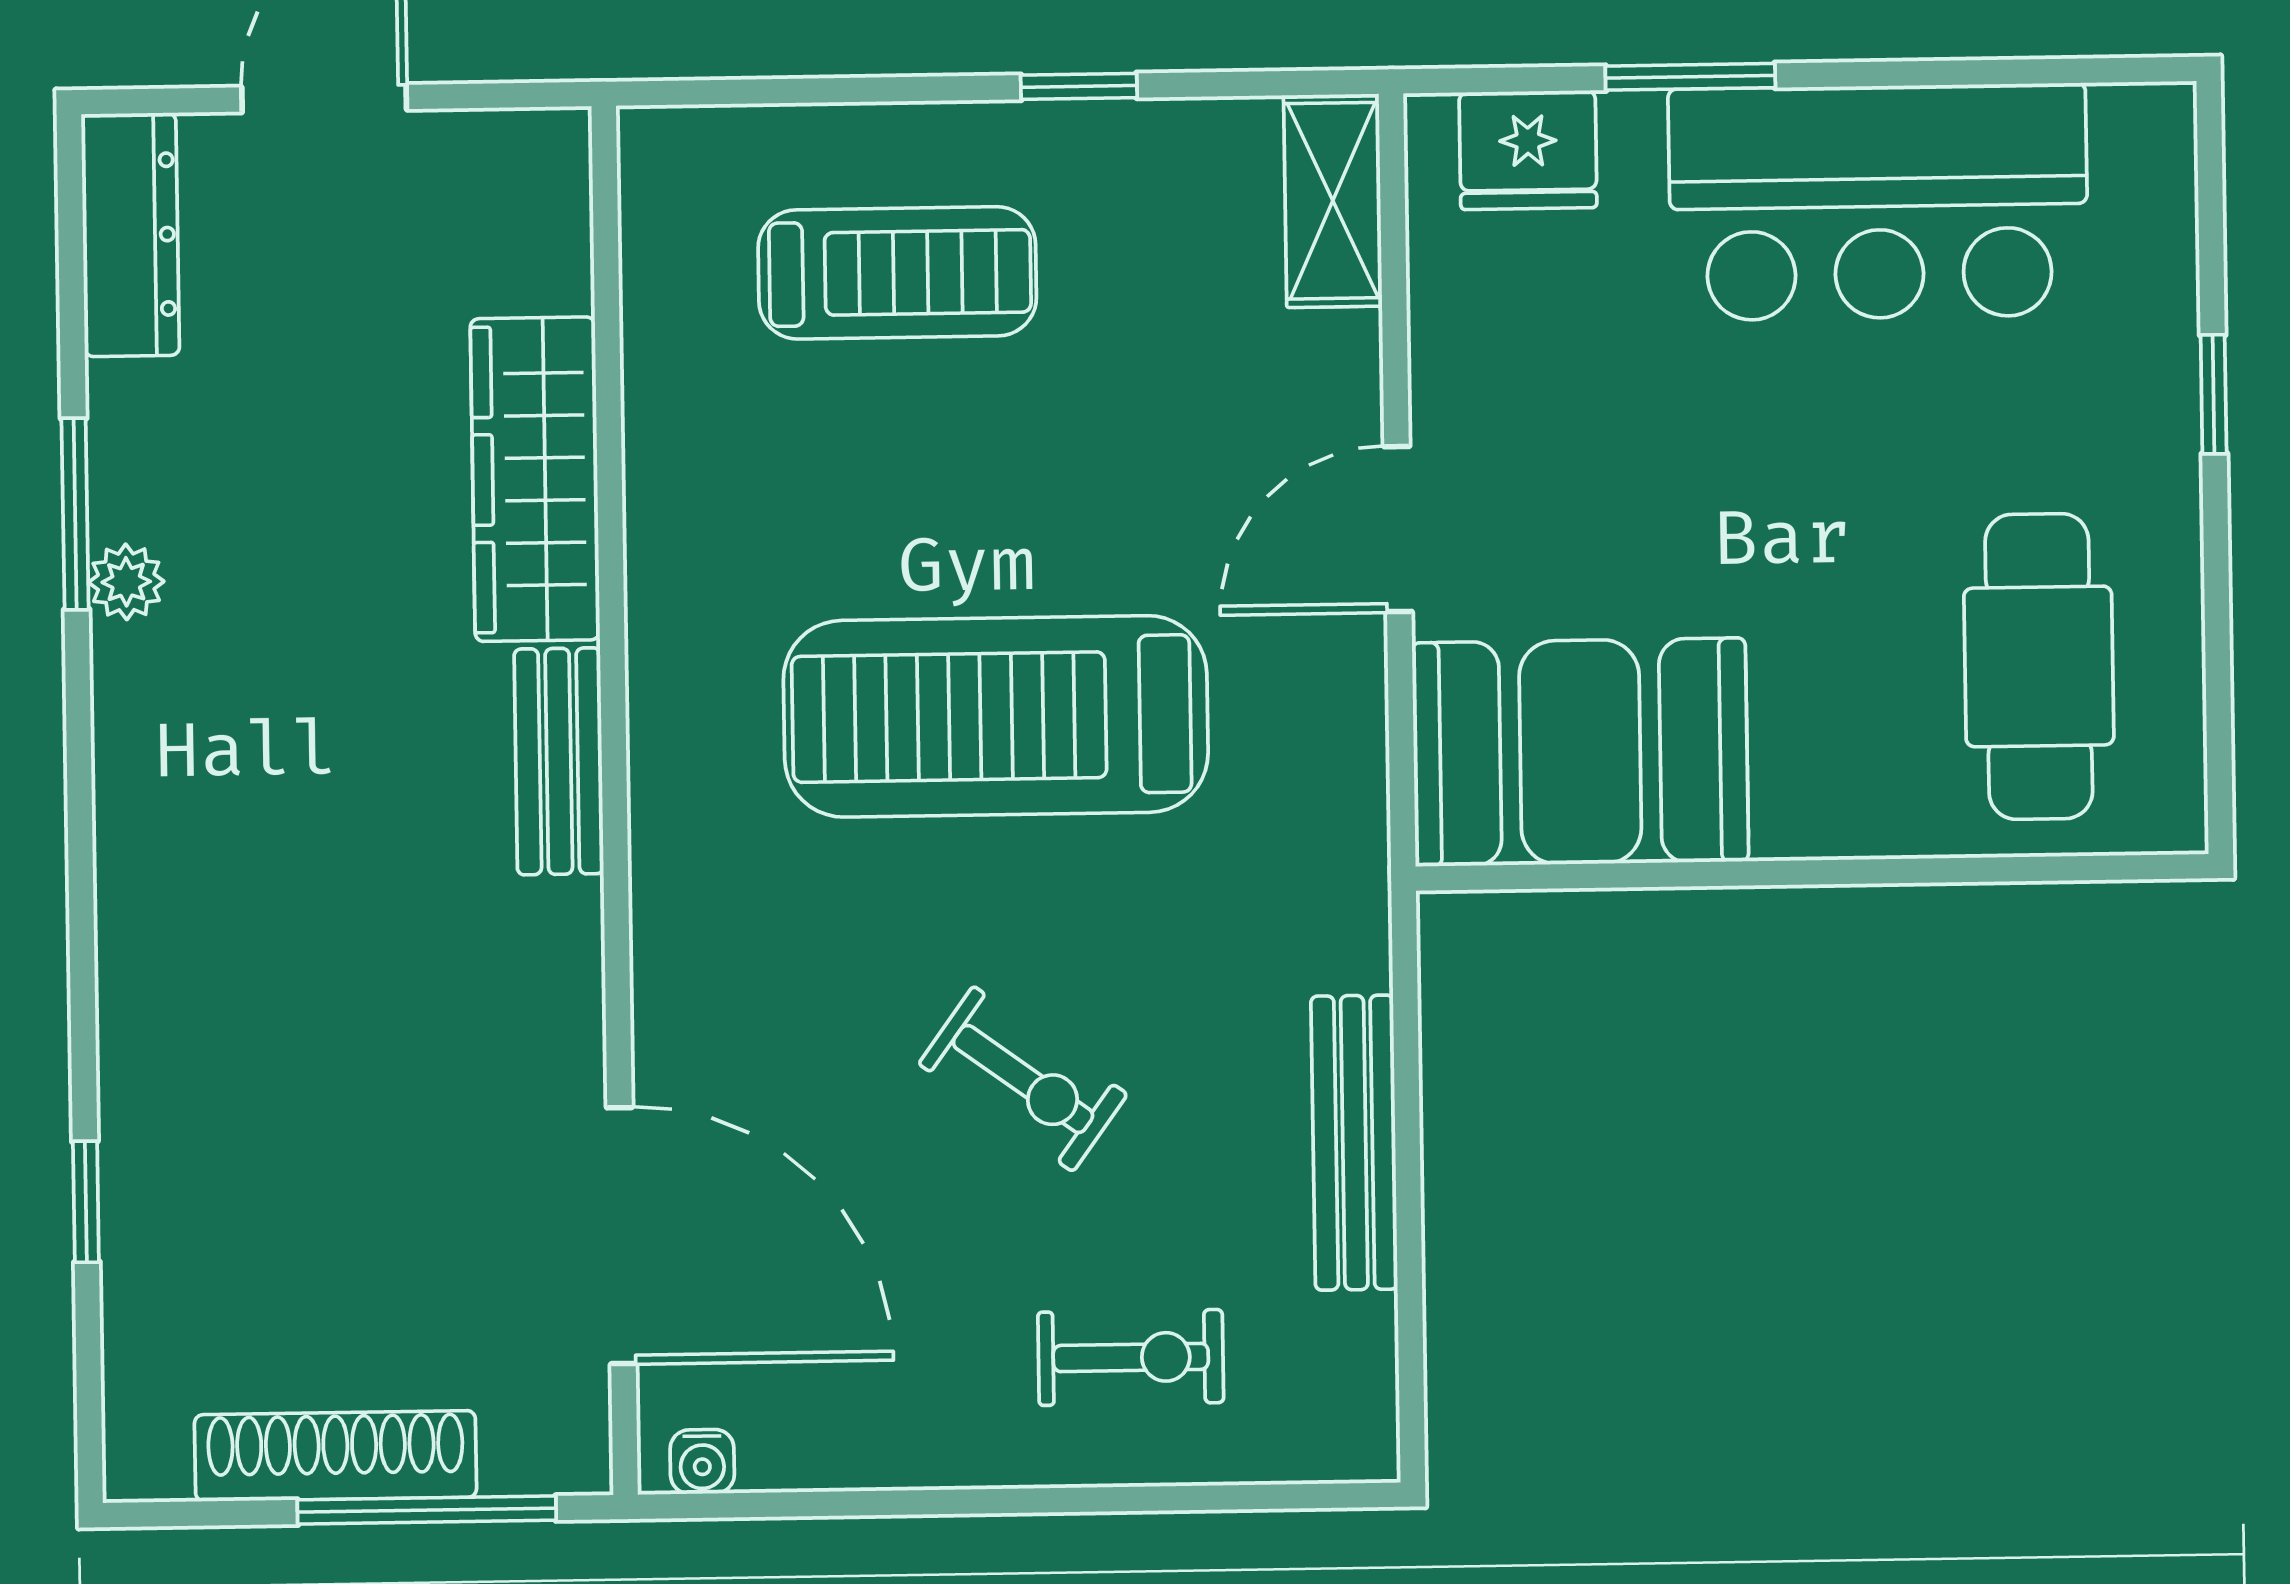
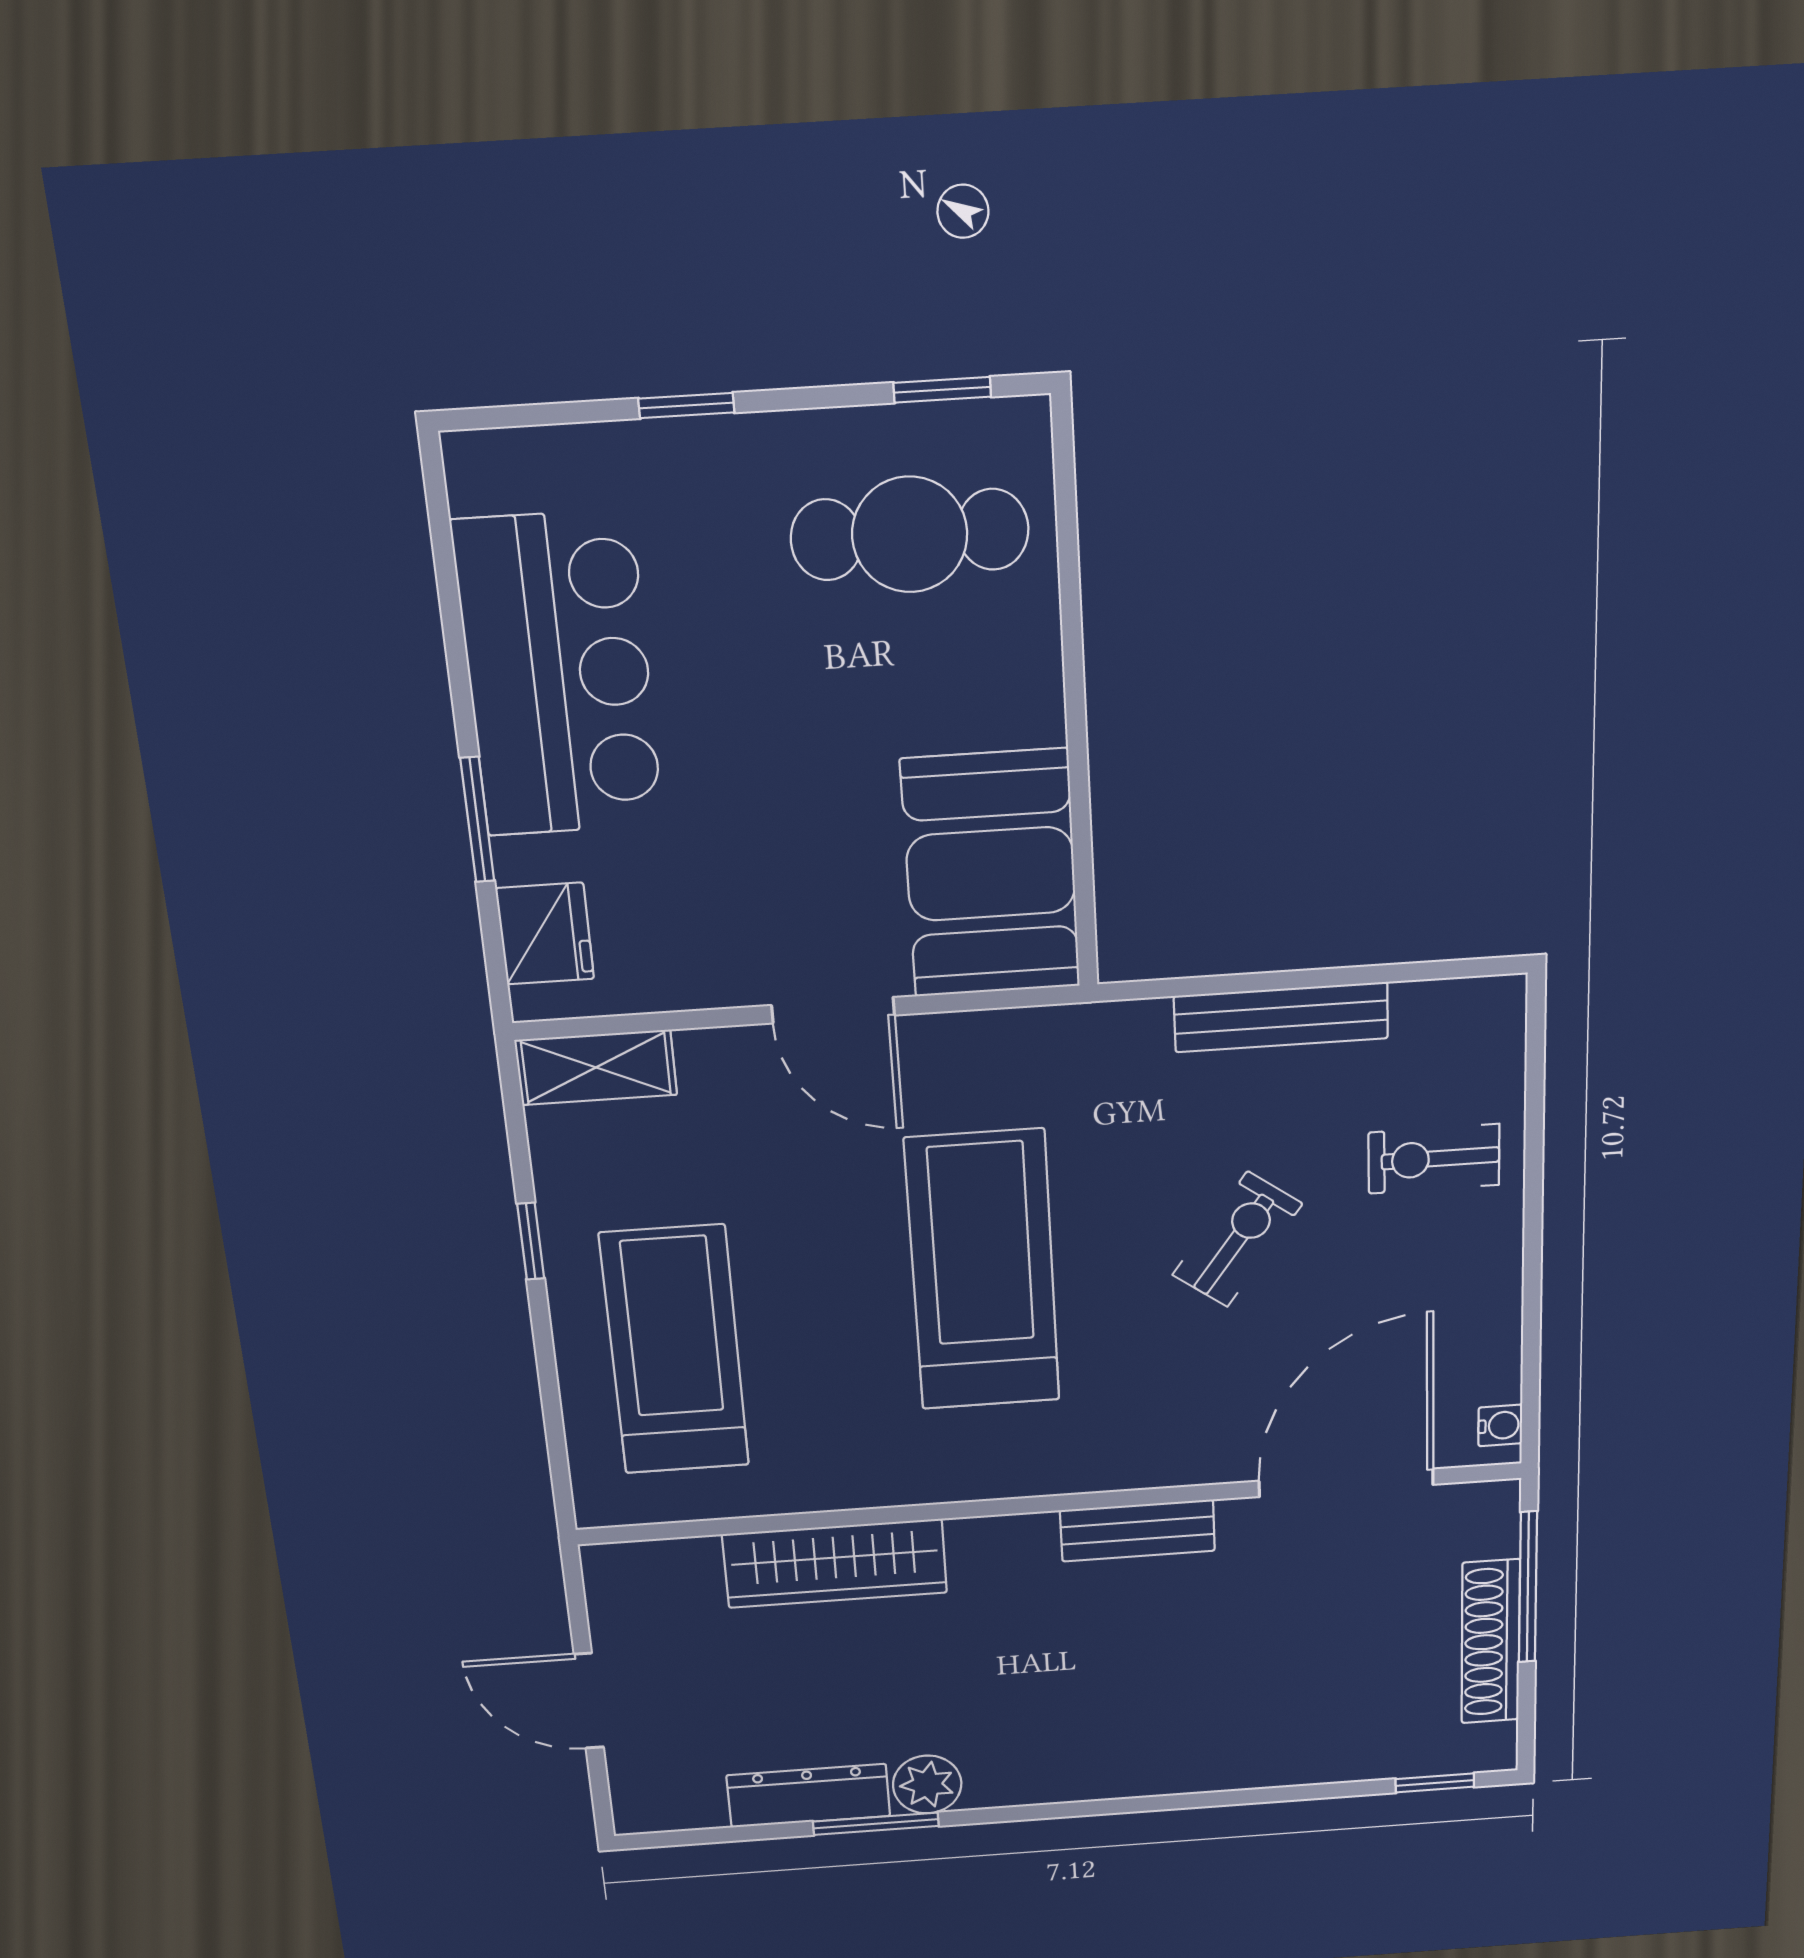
dresser: (130, 235) -> (808, 1796), moved
treadmill: (897, 273) -> (675, 1350), width x1.37, depth x1.38
plant: (126, 582) -> (927, 1784), width x1.38, depth x1.38
treadmill: (996, 716) -> (983, 1271), turned 180
window: (2219, 717) -> (942, 390), added
bench: (559, 761) -> (1137, 1531), moved
window: (86, 1202) -> (1435, 1783), moved
exercise bike: (1131, 1357) -> (1434, 1159), turned -90

